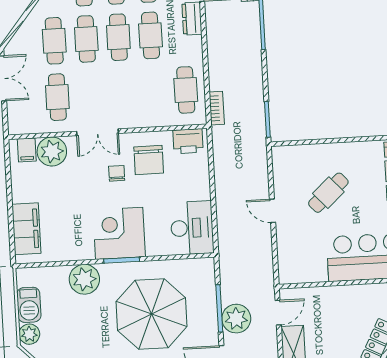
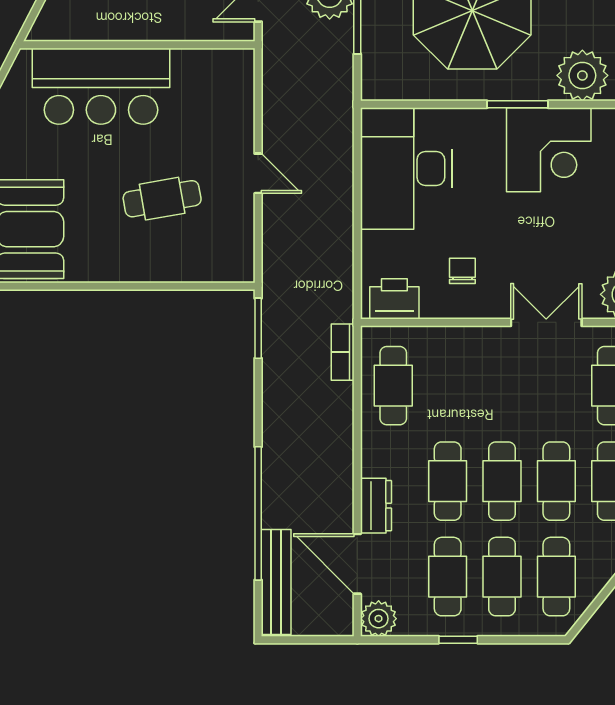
chair: (149, 160) -> (462, 271), width x0.54, depth x0.54
chair: (117, 173) -> (518, 251), removed
cafe table: (328, 193) -> (162, 199), turned 32
desk: (192, 228) -> (406, 169), width x1.36, depth x1.30
corner desk: (119, 233) -> (549, 150), moved

